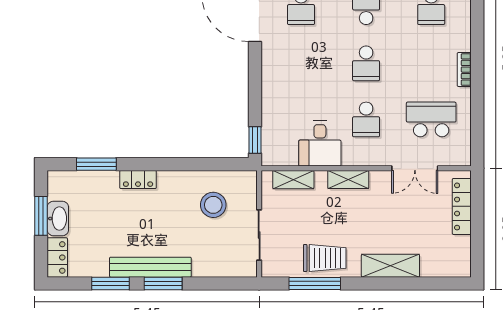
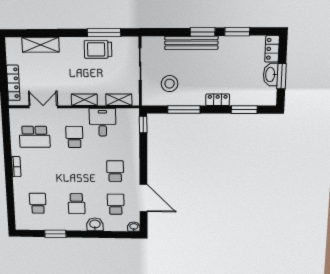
school desk: (366, 63) -> (115, 171), moved
window: (191, 164) -> (184, 110), added
shelving: (390, 266) -> (41, 45), moved
bench: (150, 267) -> (191, 43), moved

